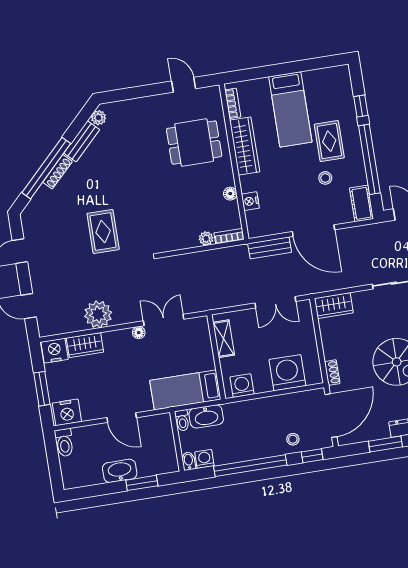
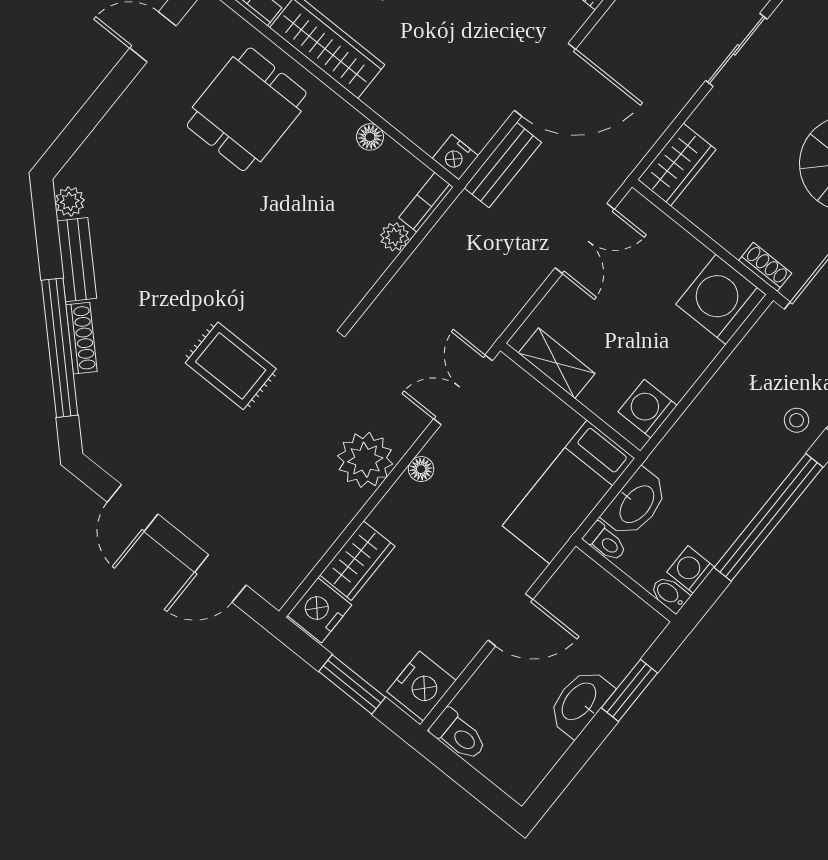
nightstand: (250, 201) -> (455, 157), moved
plant: (98, 314) -> (365, 460), moved
double door: (164, 320) -> (463, 390), moved
washing machine: (287, 373) -> (721, 299), moved

